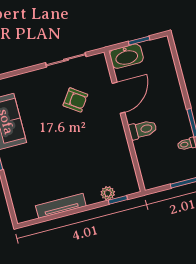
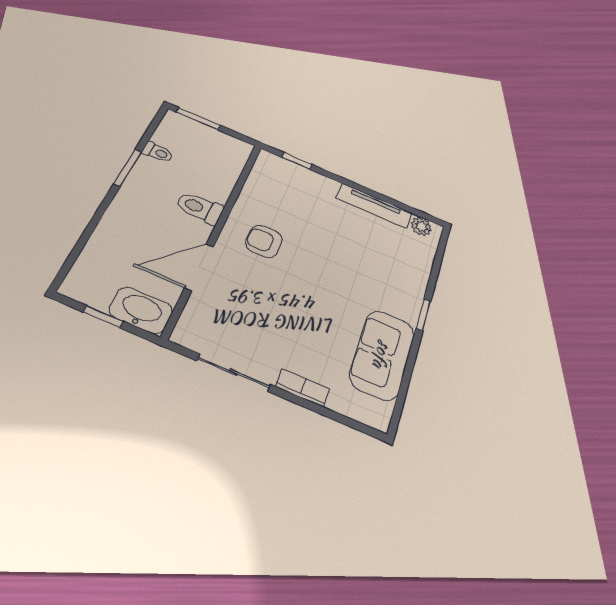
bookcase: (32, 77) -> (302, 388), added
armchair: (75, 100) -> (264, 241), moved, turned -35
plant: (108, 193) -> (421, 226), moved

